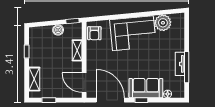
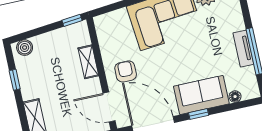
boiler: (58, 30) -> (25, 48), moved
armchair: (94, 33) -> (126, 71), moved, turned 180

